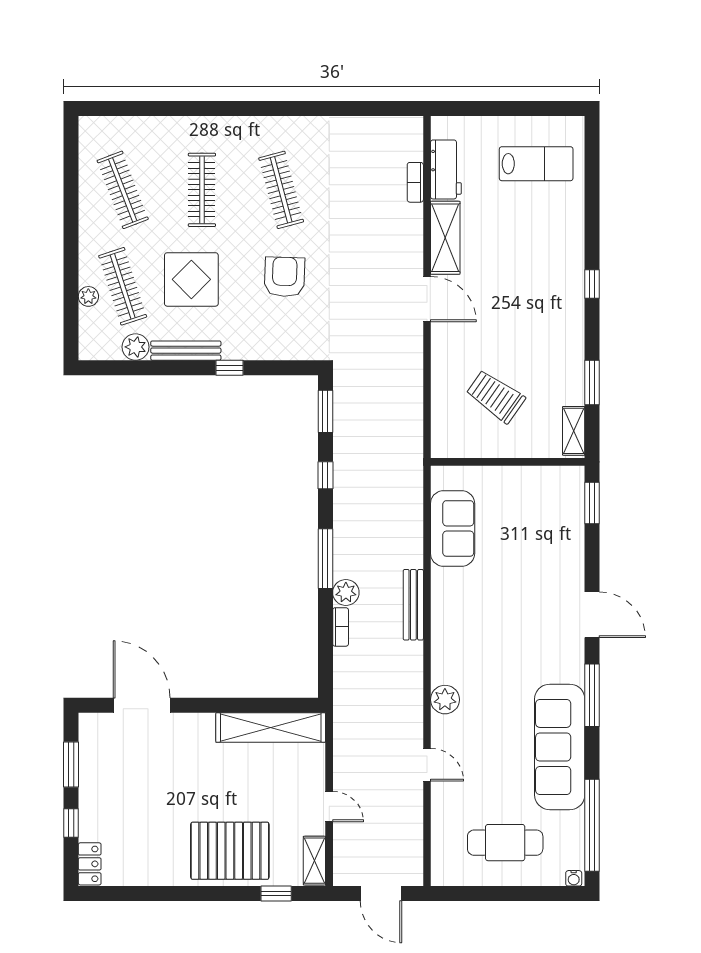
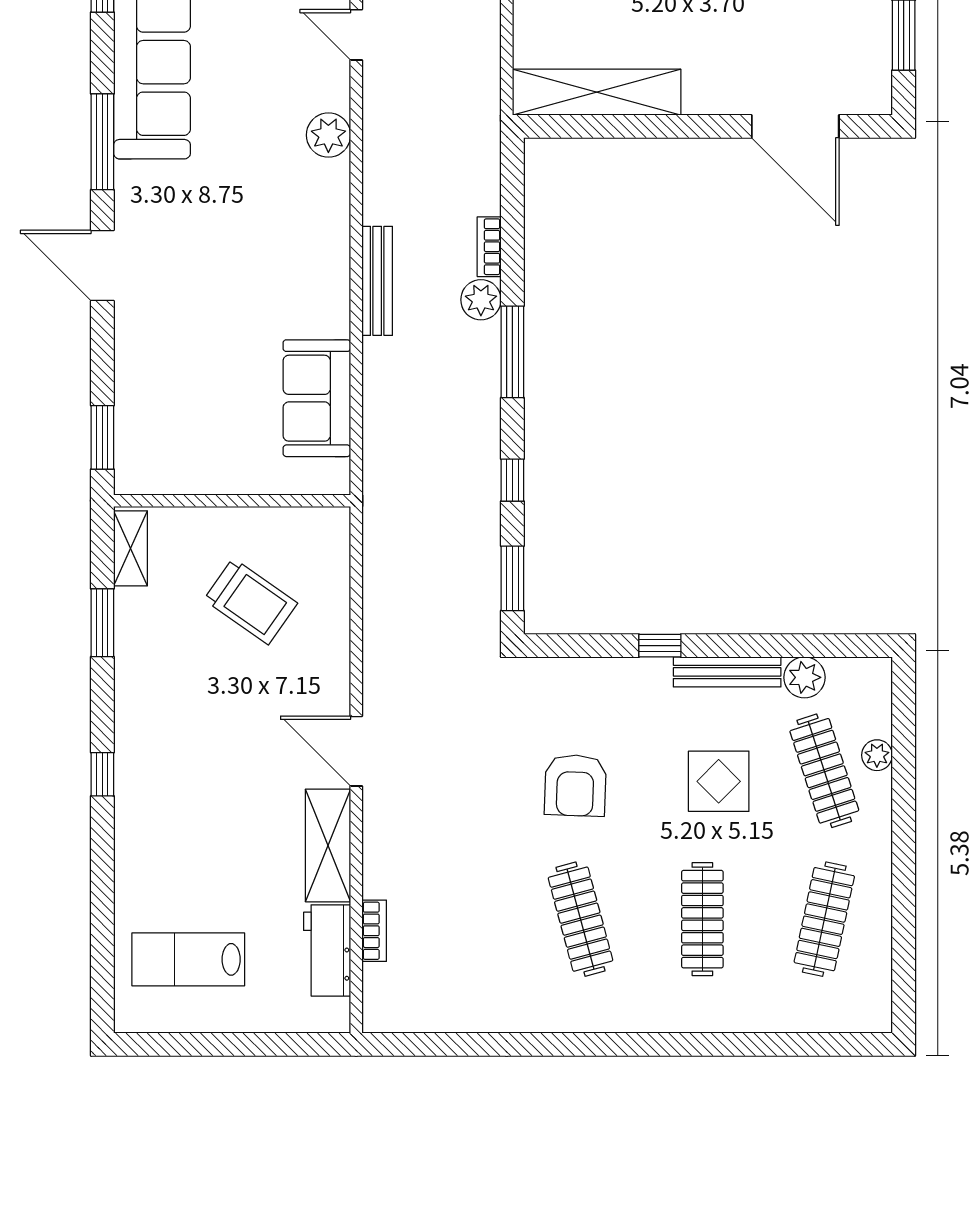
clothes rail: (123, 190) -> (824, 919), turned 33
display table: (191, 279) -> (719, 781), width x0.73, depth x0.73

